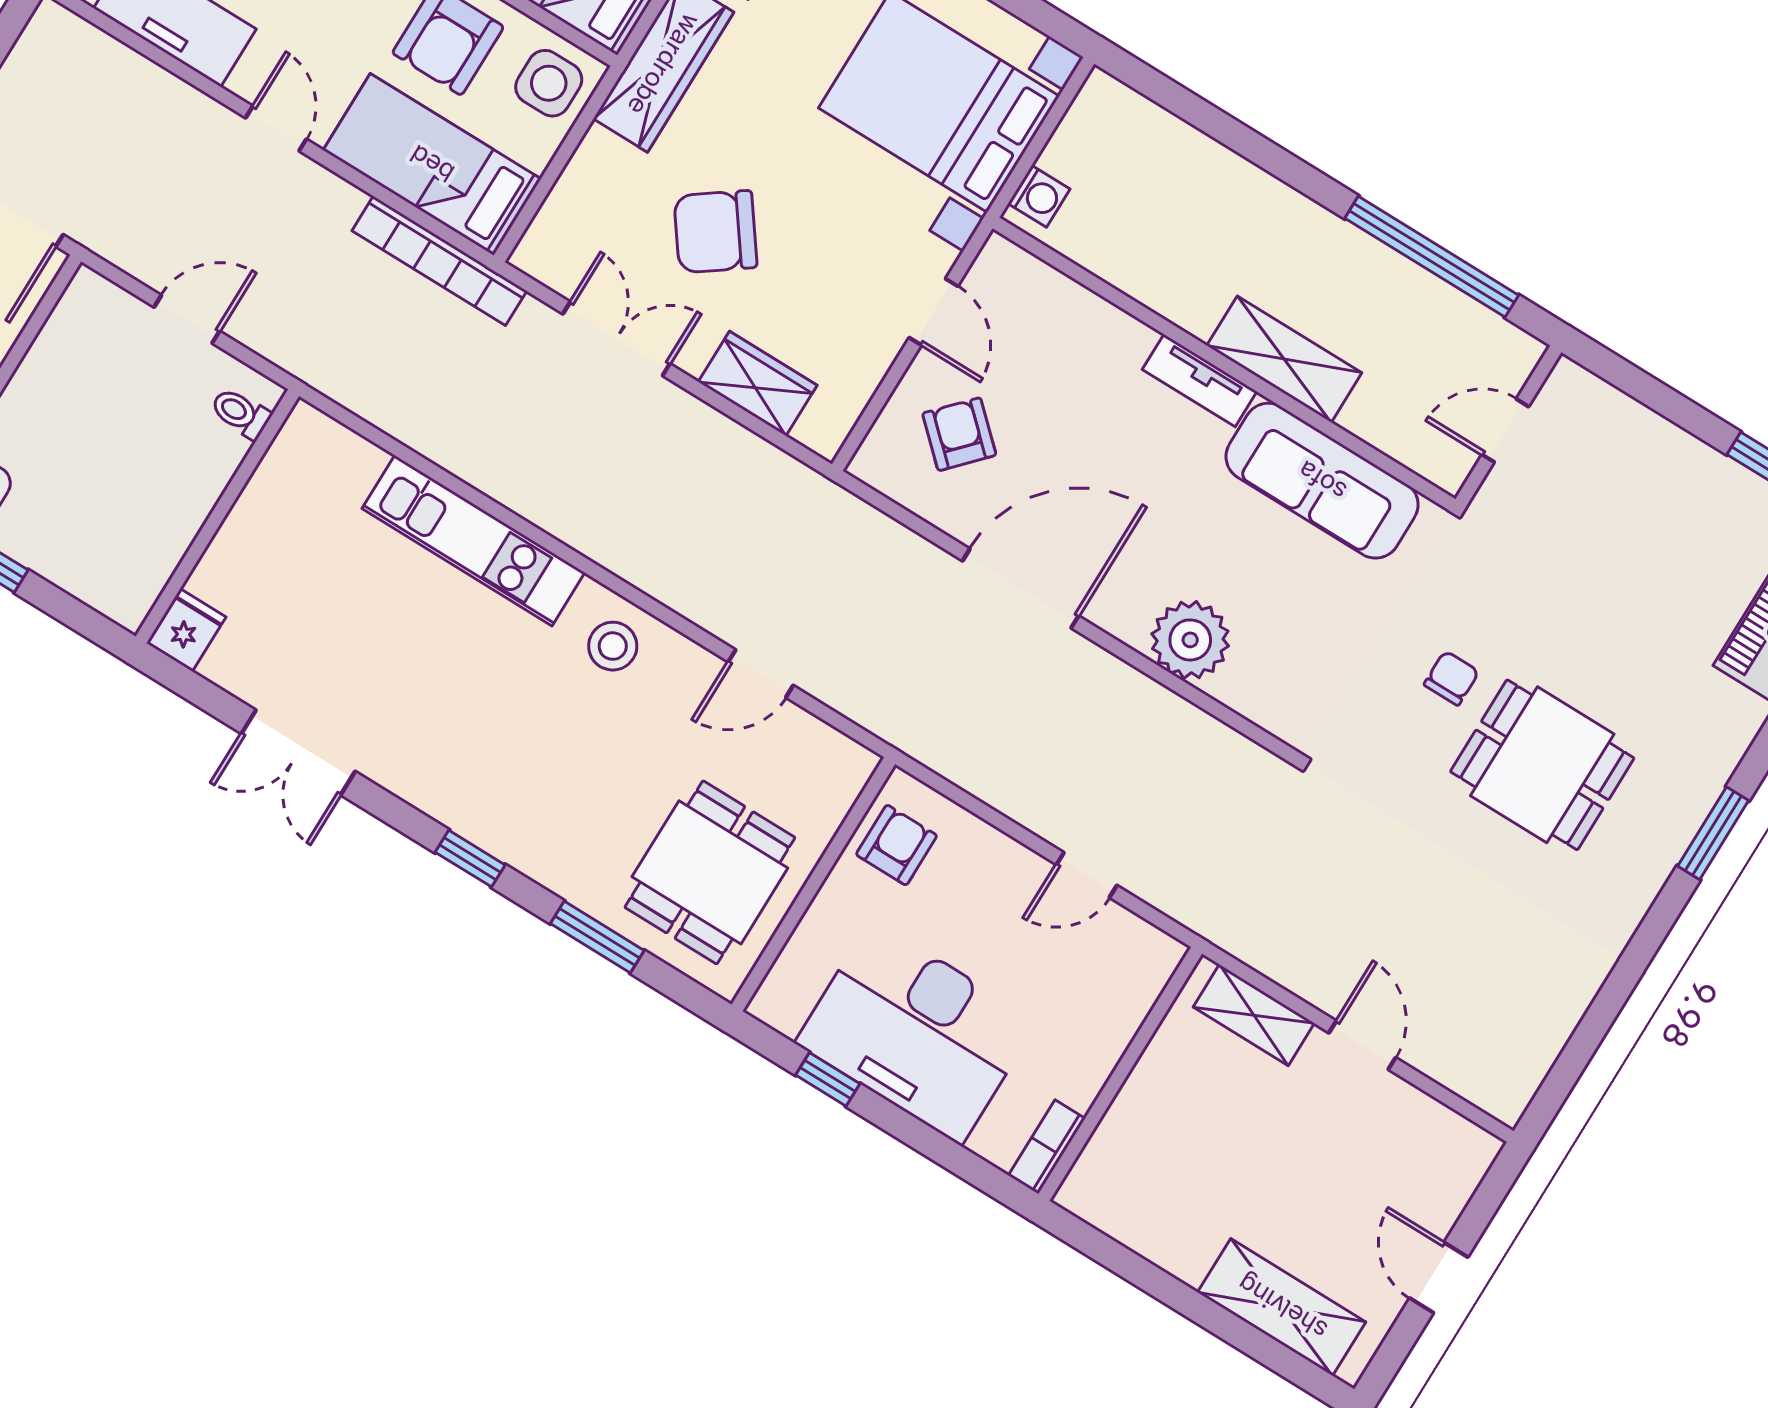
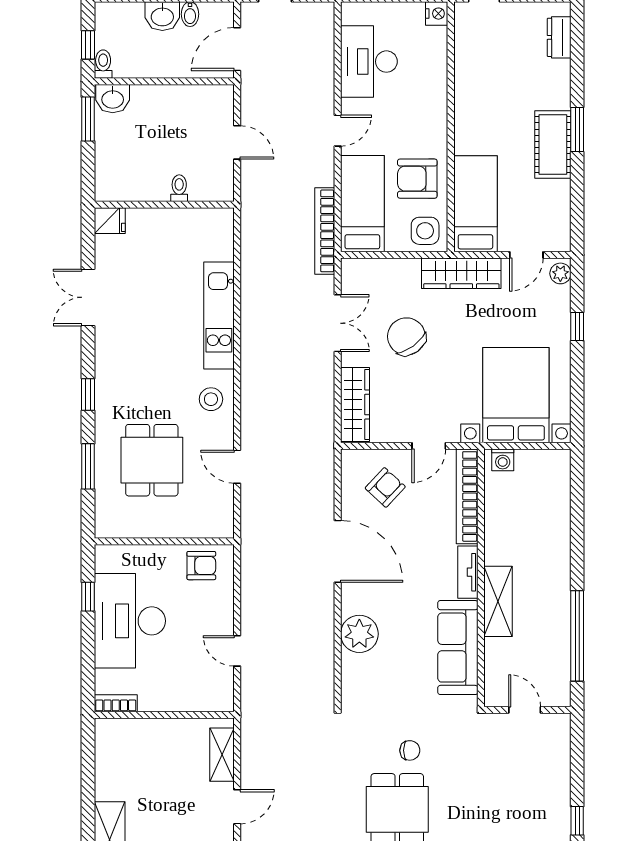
bookcase: (1065, 299) -> (467, 496), added
wardrobe: (758, 383) -> (355, 405), width x1.50
toilet: (241, 413) -> (179, 188), moved
dining table: (710, 872) -> (152, 460), moved, turned 90

